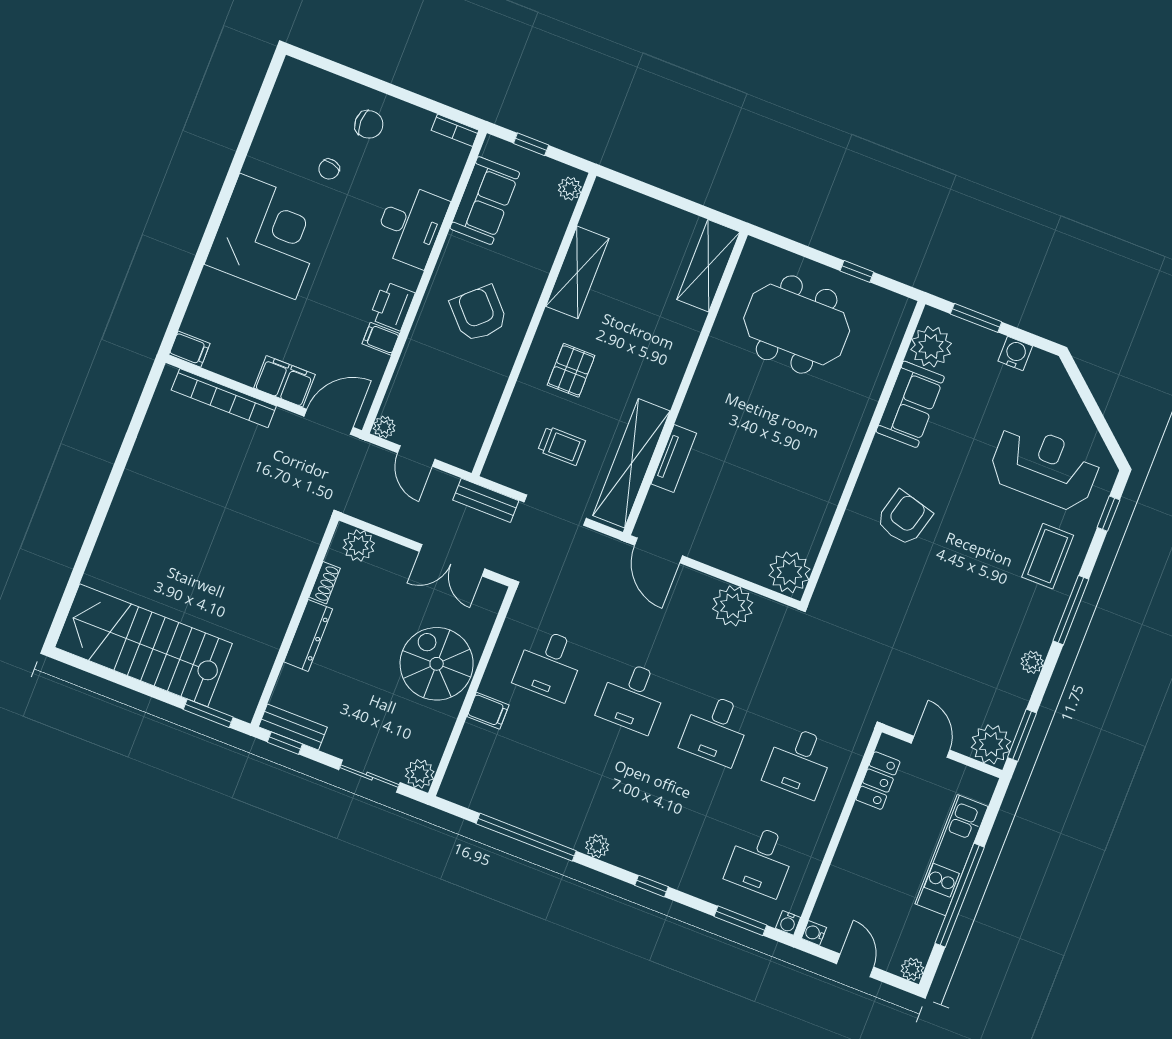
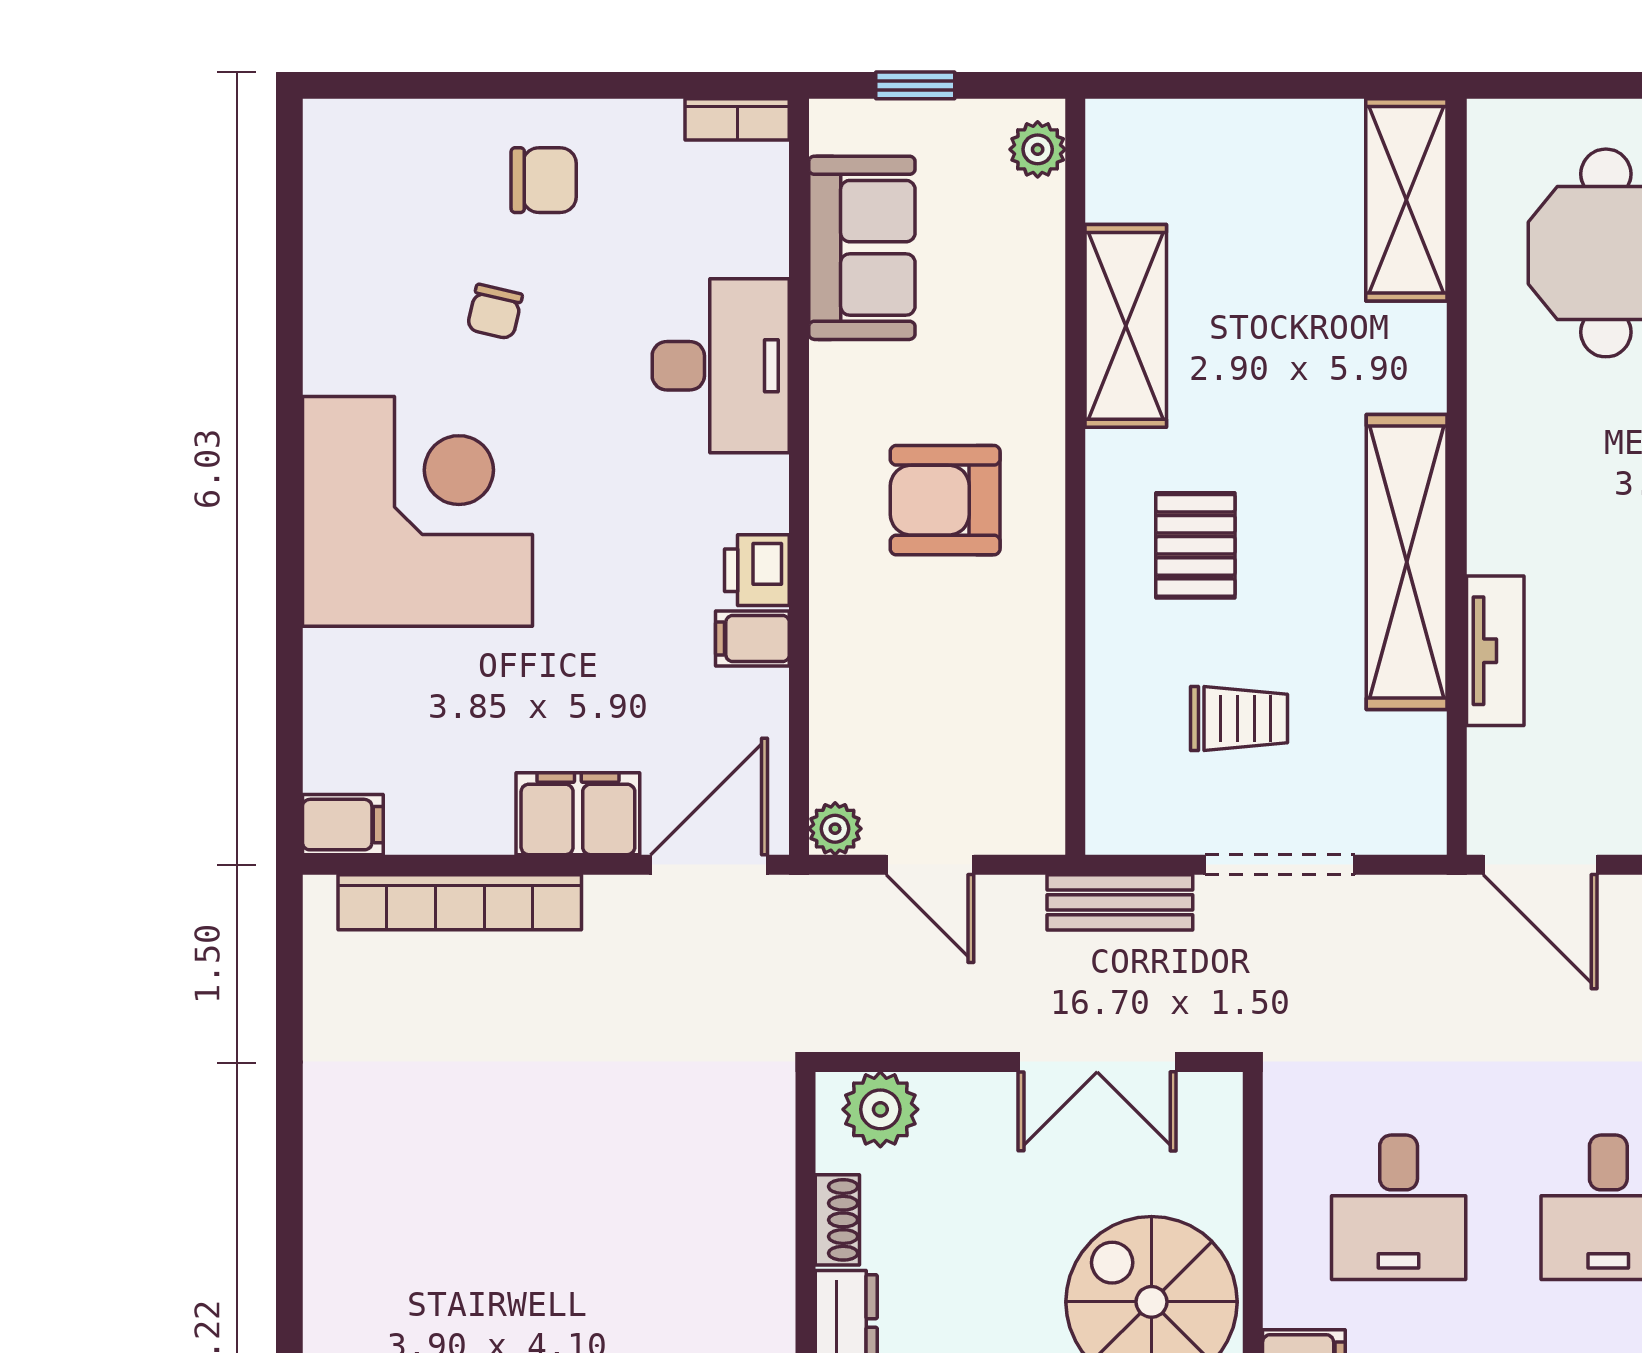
printer: (392, 306) -> (757, 570), width x0.73, depth x0.81
armchair: (479, 314) -> (945, 500), turned -47
shelving: (631, 463) -> (1407, 562), moved

